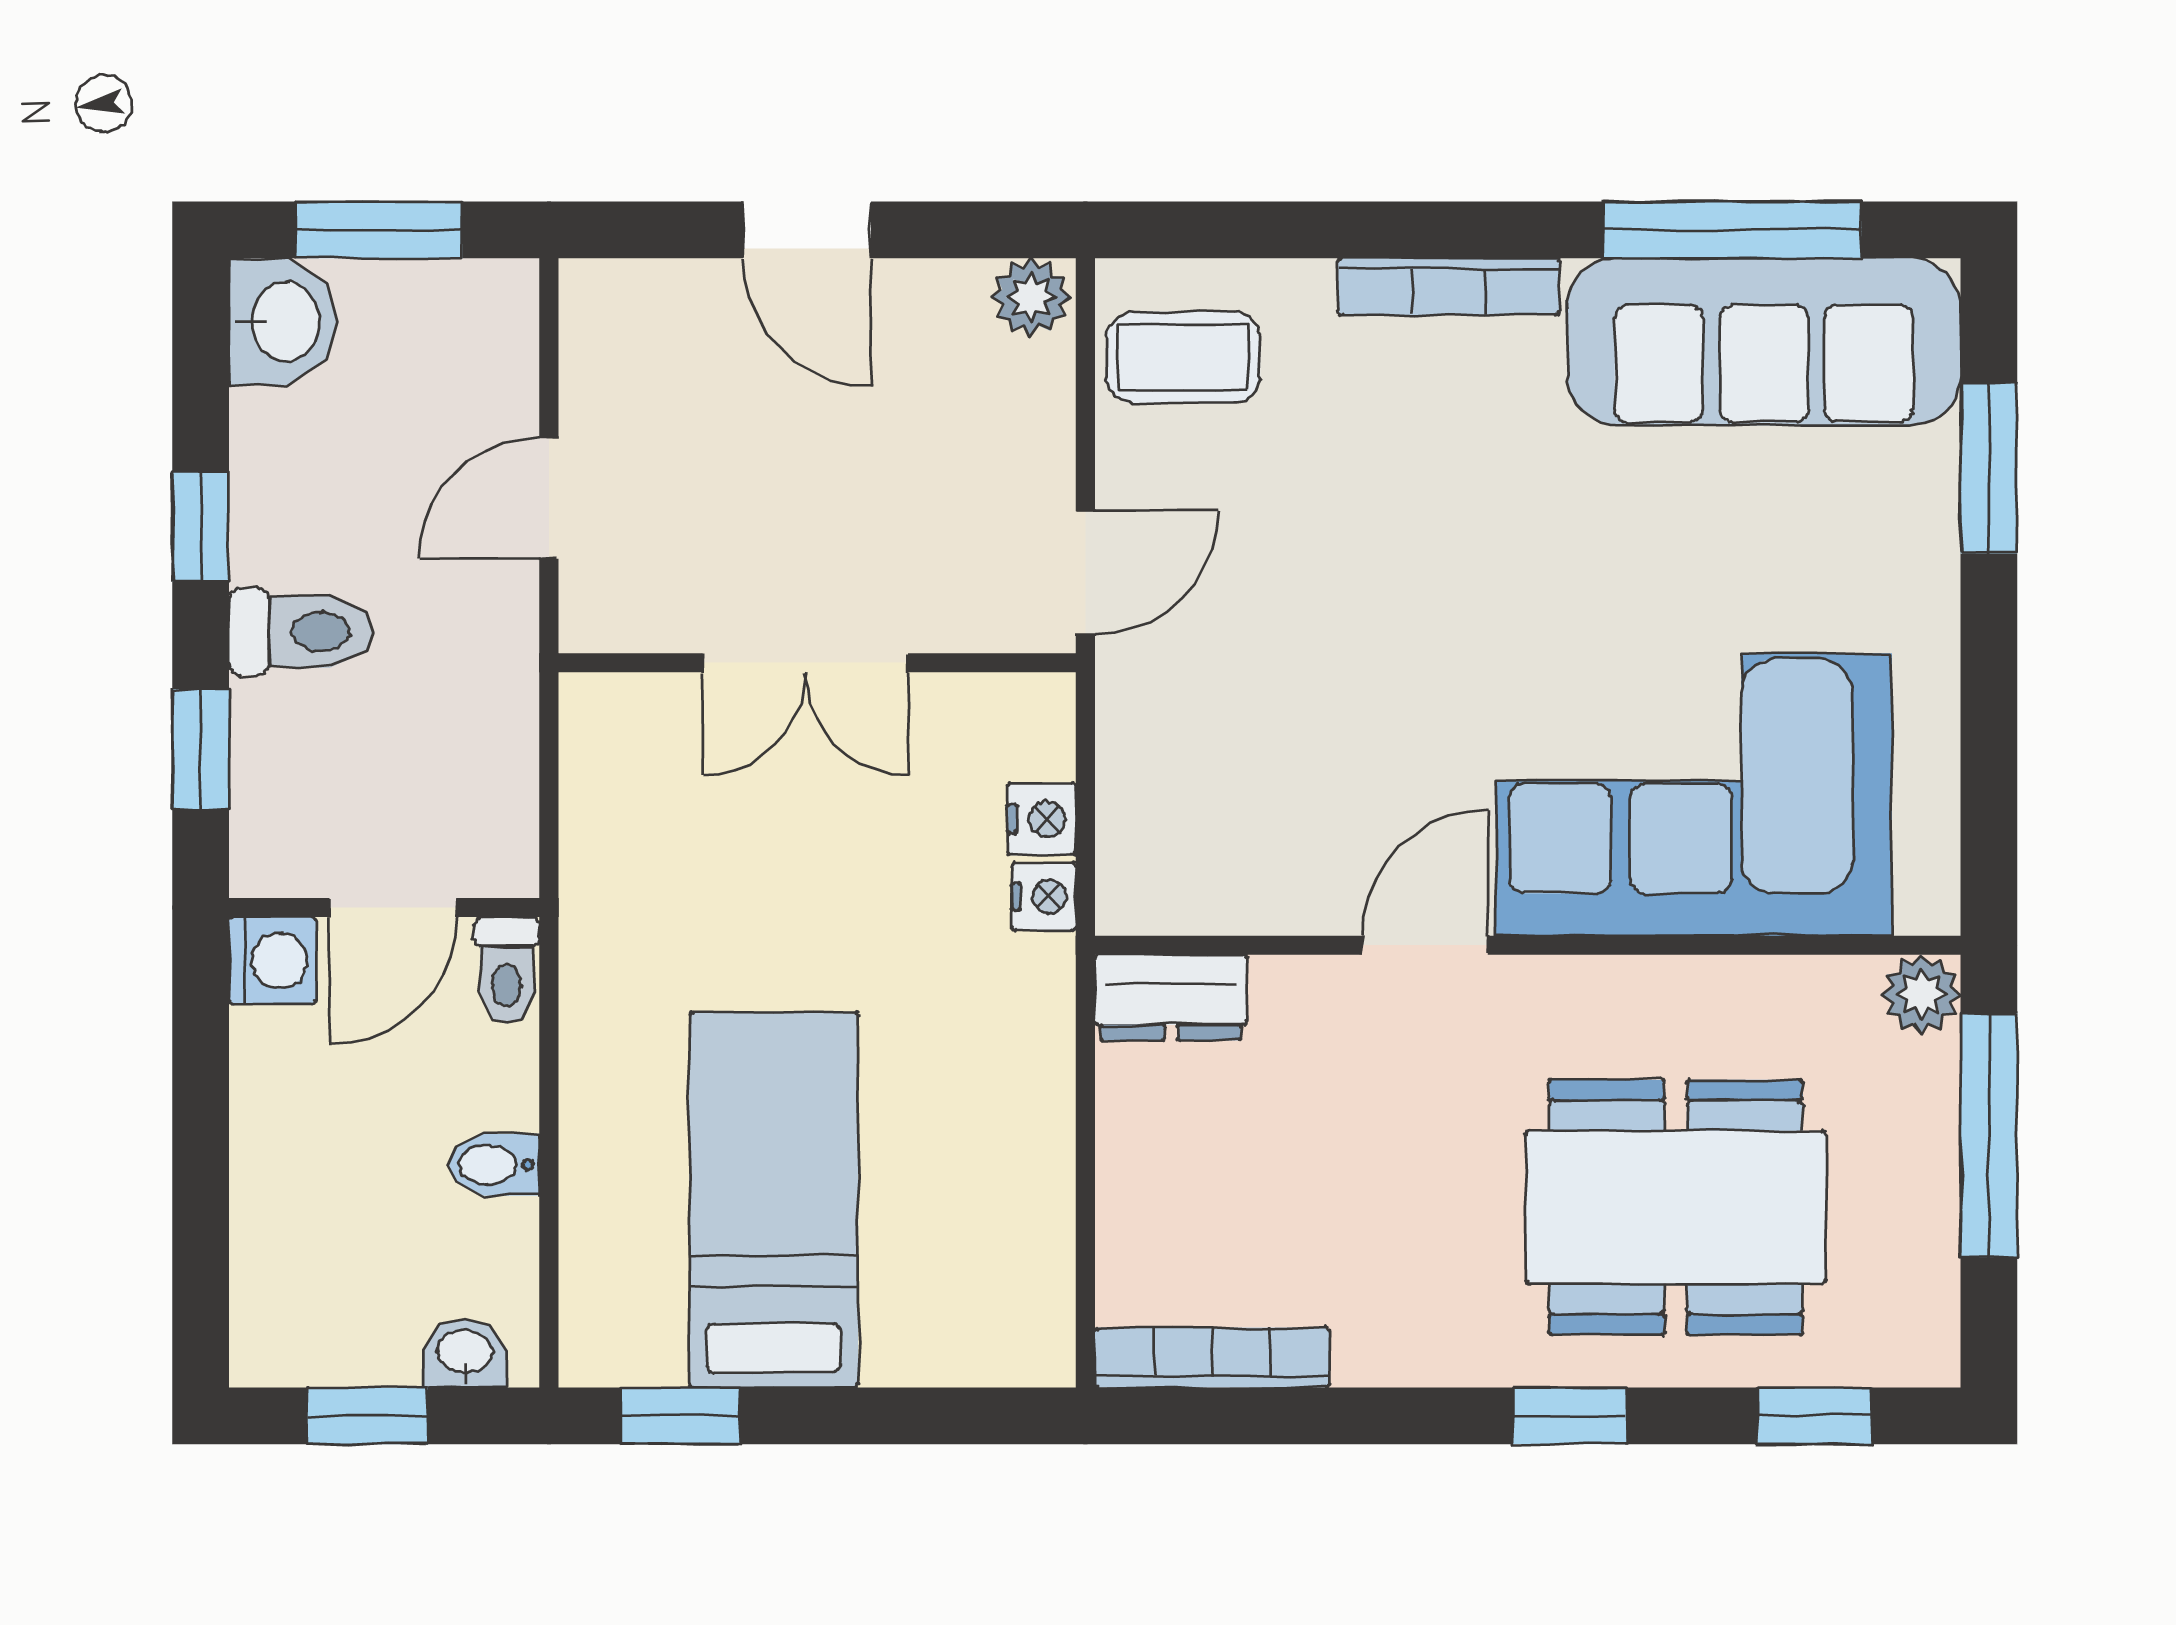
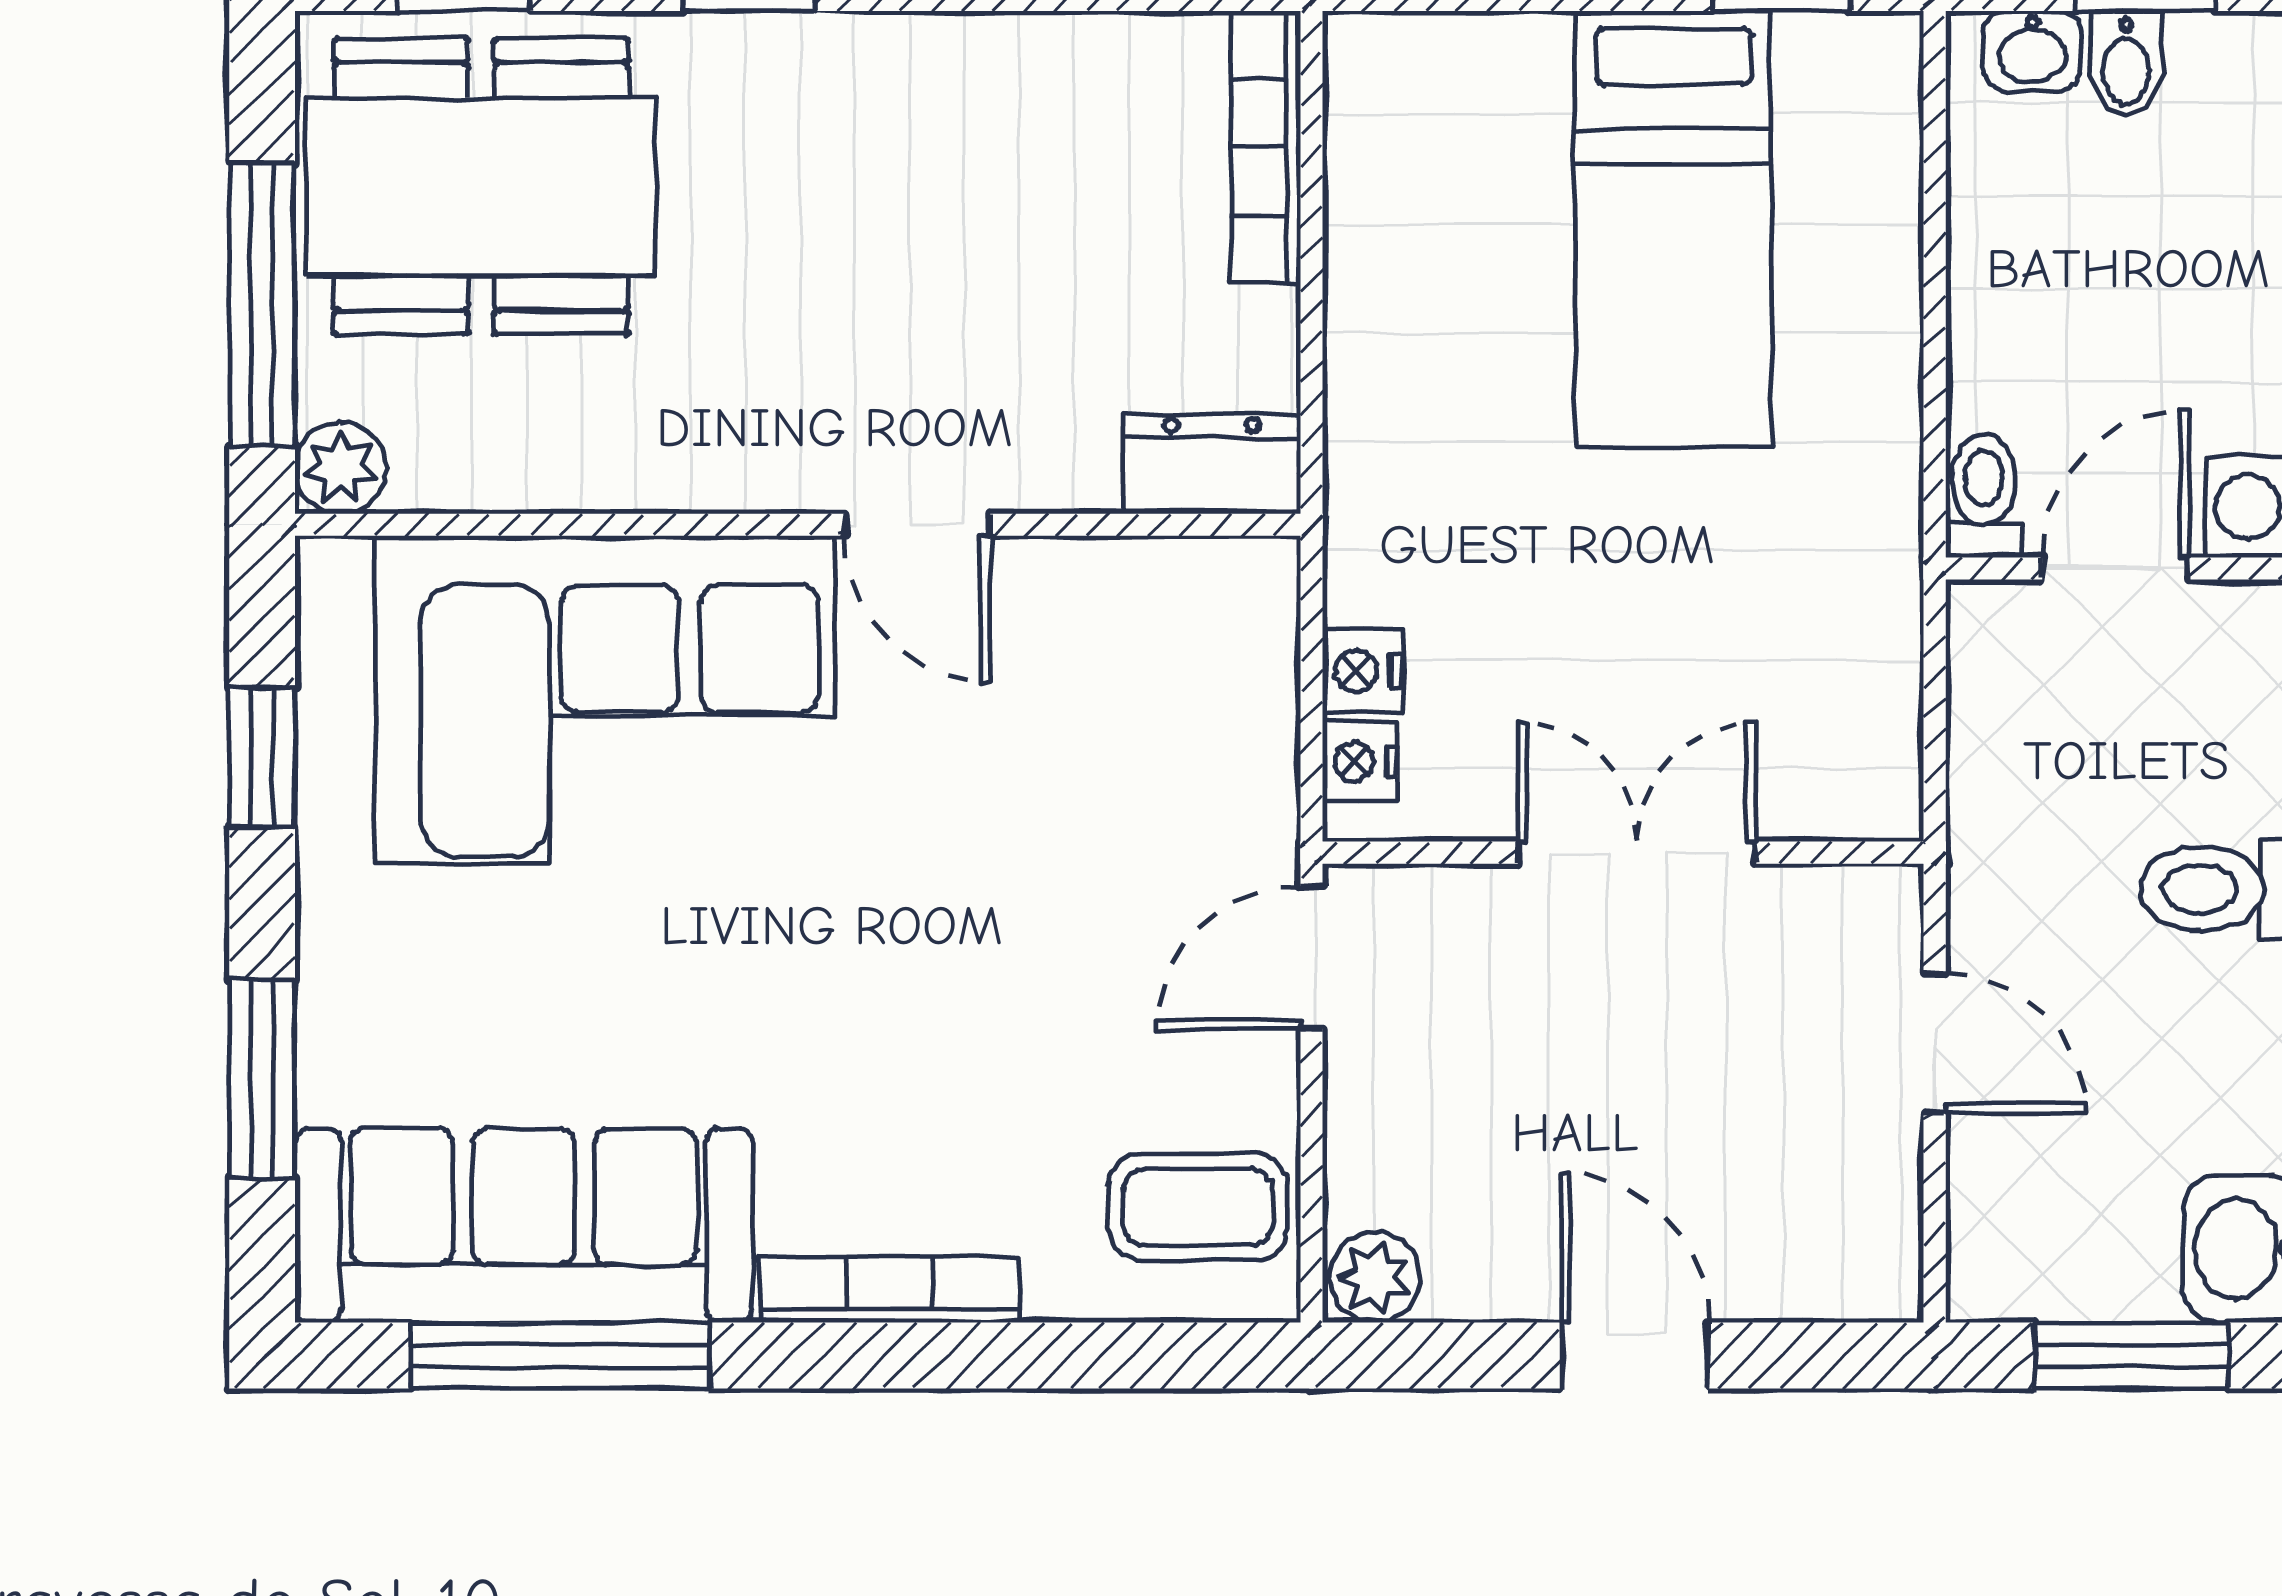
door: (549, 498) -> (1935, 1044), hinge flipped
window: (1989, 745) -> (262, 757), added
nightstand: (1044, 897) -> (1360, 761), moved
door: (1425, 945) -> (917, 525), hinge flipped
bidet: (494, 1165) -> (2126, 64), moved, turned 90
dining table: (1676, 1207) -> (481, 187), moved
bookcase: (1212, 1358) -> (1266, 147), moved, turned 90

